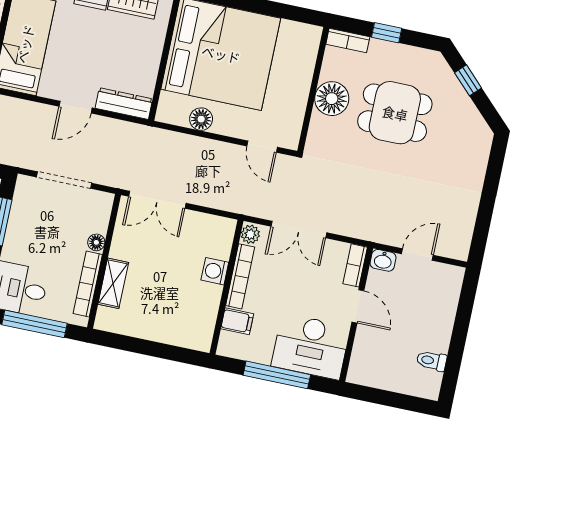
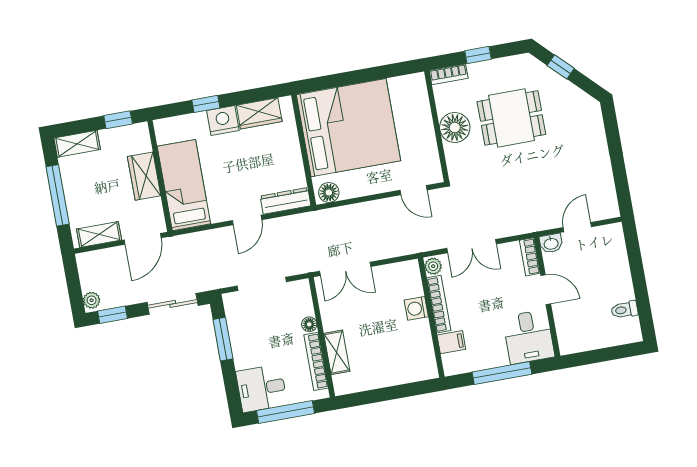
floor lamp: (201, 119) -> (329, 192), moved
desk: (311, 346) -> (529, 337), width x0.73

